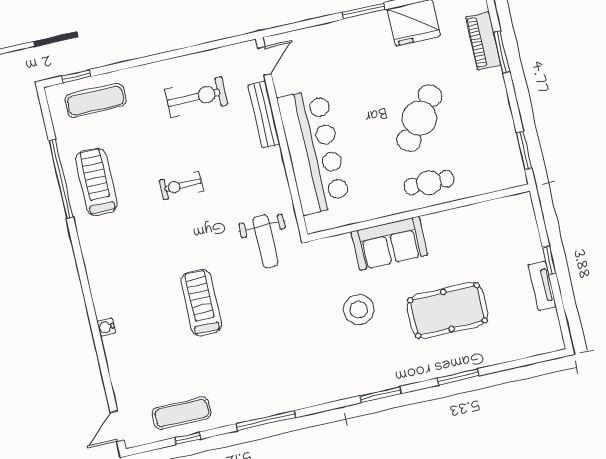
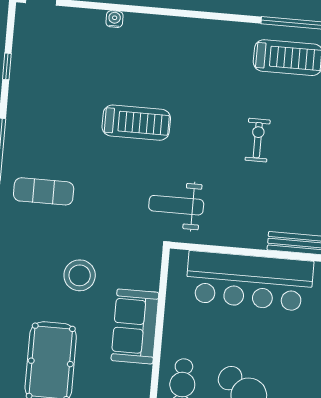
water cooler: (106, 327) -> (114, 19), moved
exercise mat: (182, 413) -> (44, 191), moved, turned 90

